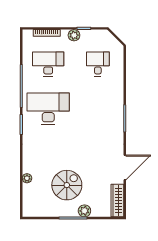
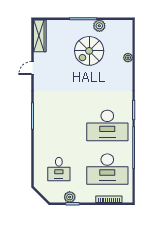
plant: (74, 35) -> (70, 197), moved
desk: (48, 64) -> (107, 169), width x1.36, depth x1.30
door: (125, 167) -> (33, 68), width x0.53
plant: (84, 211) -> (99, 26), moved

